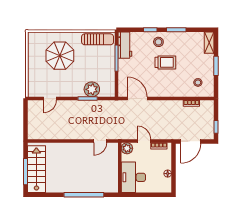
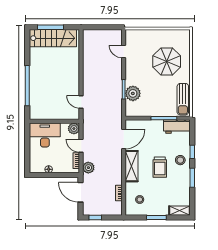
shelving: (165, 91) -> (132, 166), added
plant: (166, 134) -> (88, 168), added
door: (144, 141) -> (81, 146), swing flipped

